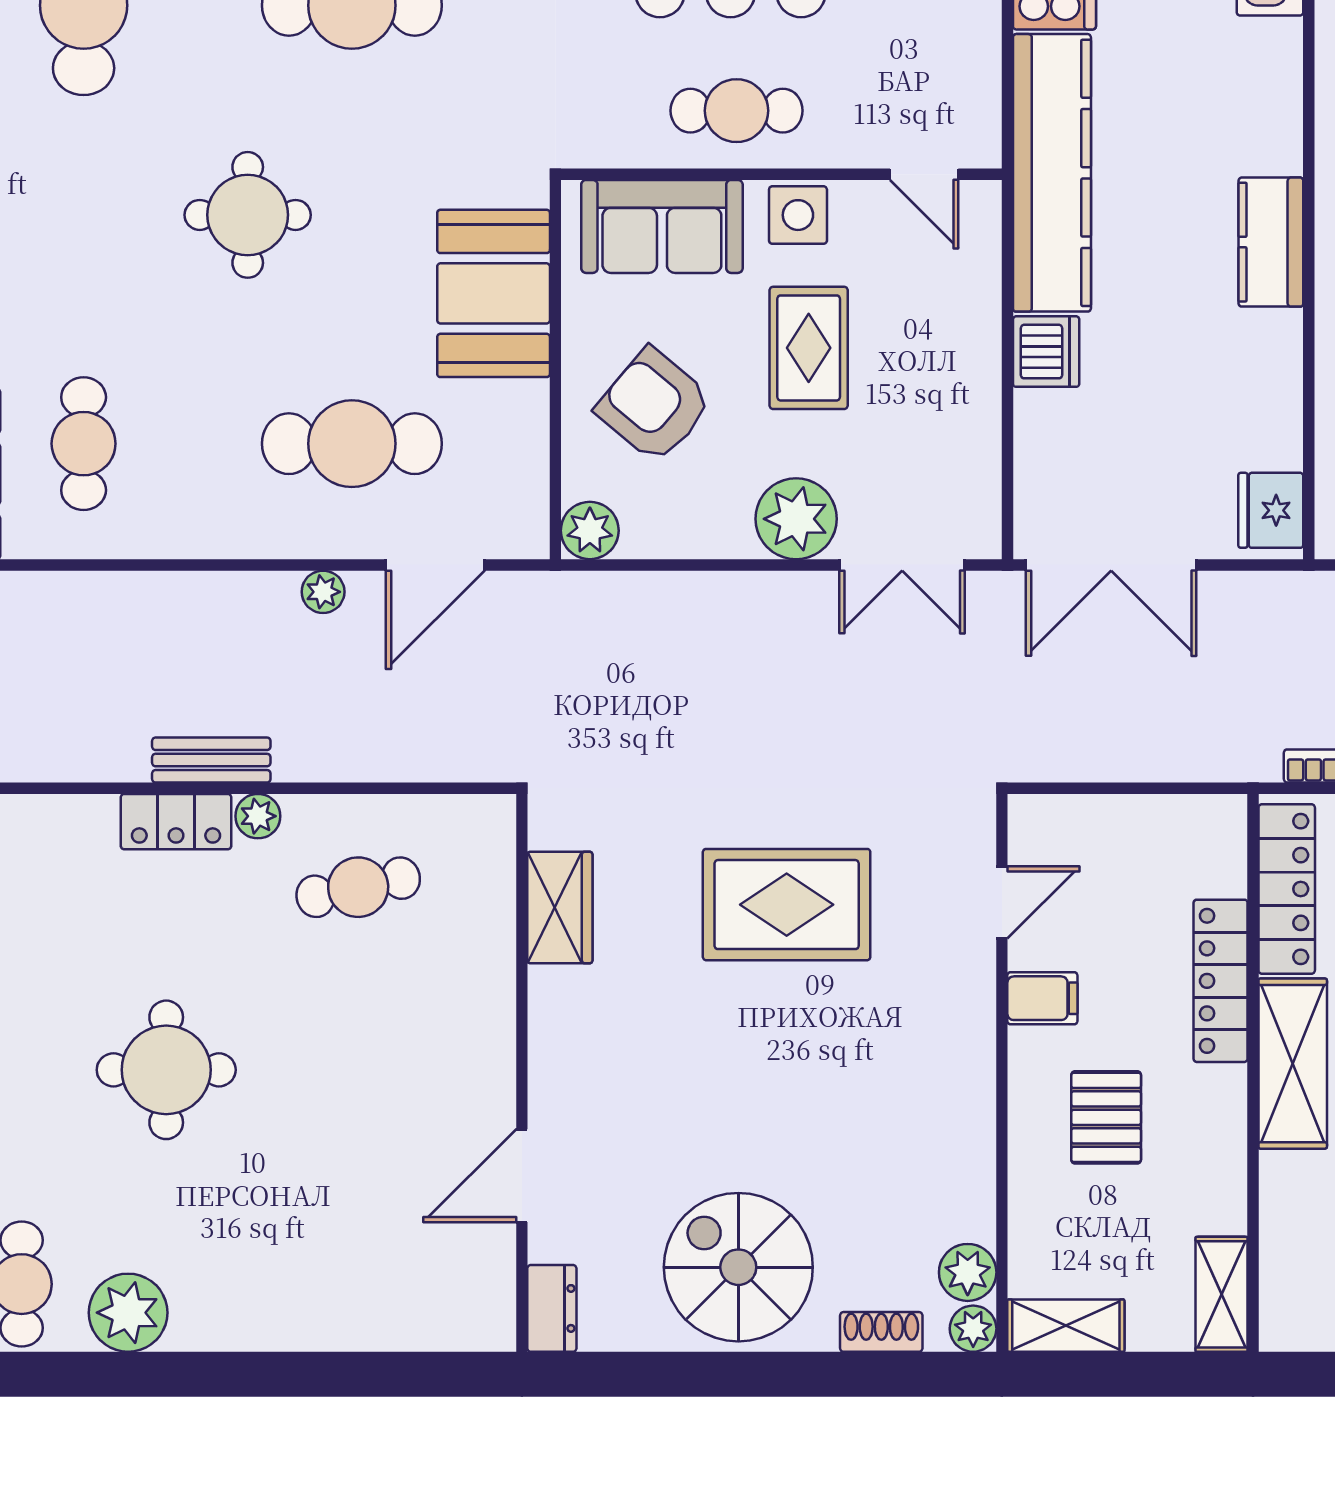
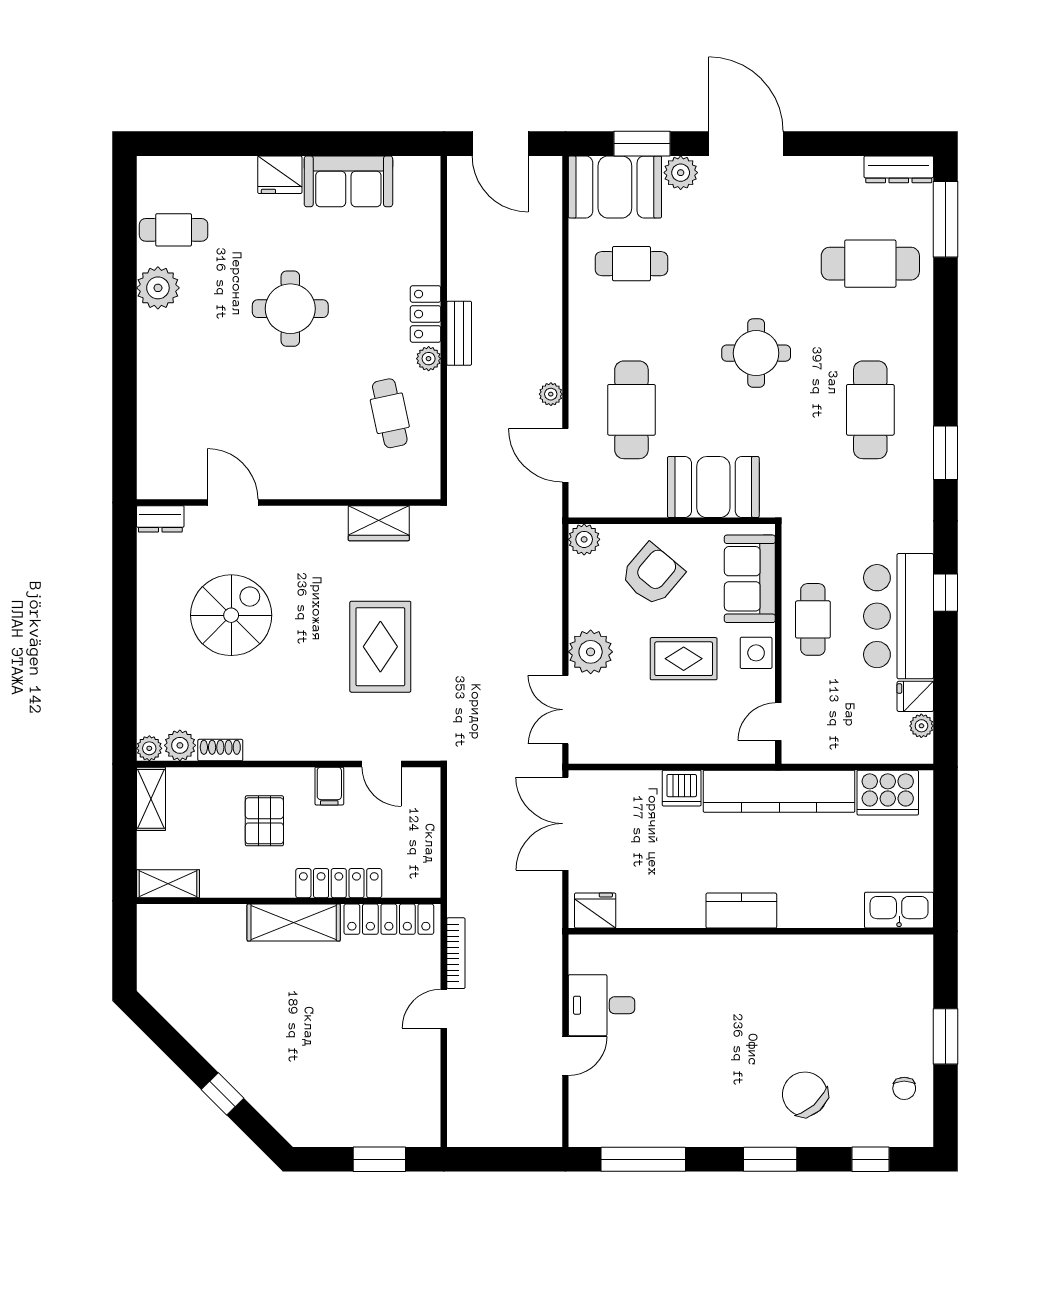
pallet: (1106, 1117) -> (264, 821), turned 90
spiral stairs: (738, 1267) -> (231, 615), moved
shoe rack: (881, 1332) -> (220, 750), moved, turned -90

